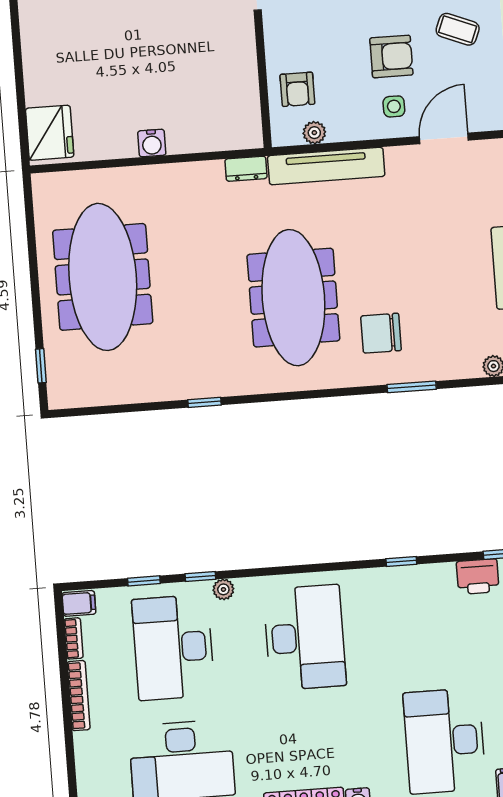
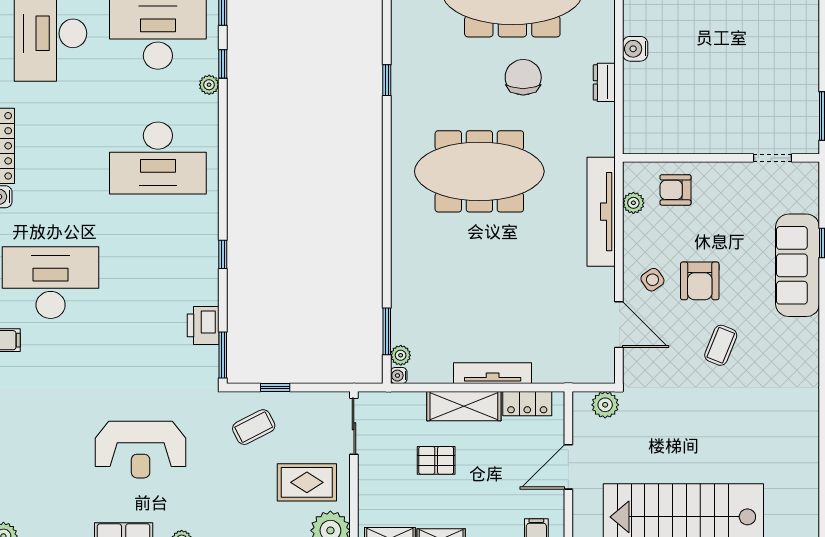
side table: (394, 106) -> (652, 280), turned -34
dresser: (246, 169) -> (604, 82), moved
chair: (381, 333) -> (523, 77), moved
window: (412, 387) -> (387, 331), moved

